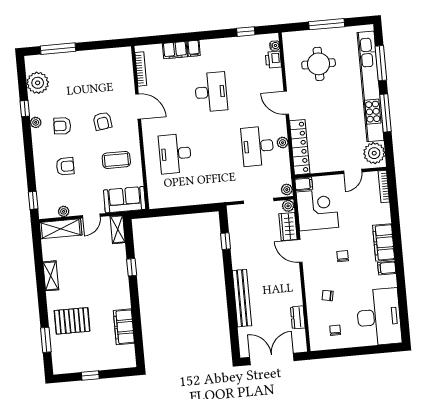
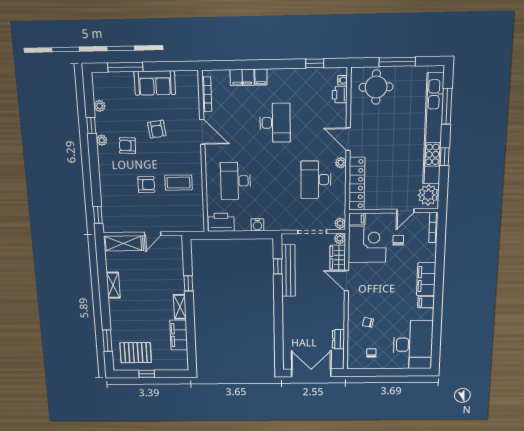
round table: (319, 64) -> (376, 87), moved
plant: (38, 83) -> (100, 106), width x0.53, depth x0.53
window: (385, 113) -> (445, 157), width x0.46
armchair: (102, 121) -> (157, 129), moved
plant: (283, 143) -> (341, 163), moved
armchair: (65, 166) -> (146, 185), moved
printer: (163, 198) -> (221, 222), added
water cooler: (201, 198) -> (257, 225), added
sofa: (125, 200) -> (155, 83), moved, turned 180
plant: (64, 211) -> (127, 227), removed
shelving: (118, 229) -> (180, 307), moved
chair: (343, 256) -> (398, 240), moved
bench: (242, 298) -> (288, 271), moved
pallet: (72, 321) -> (136, 353), moved

